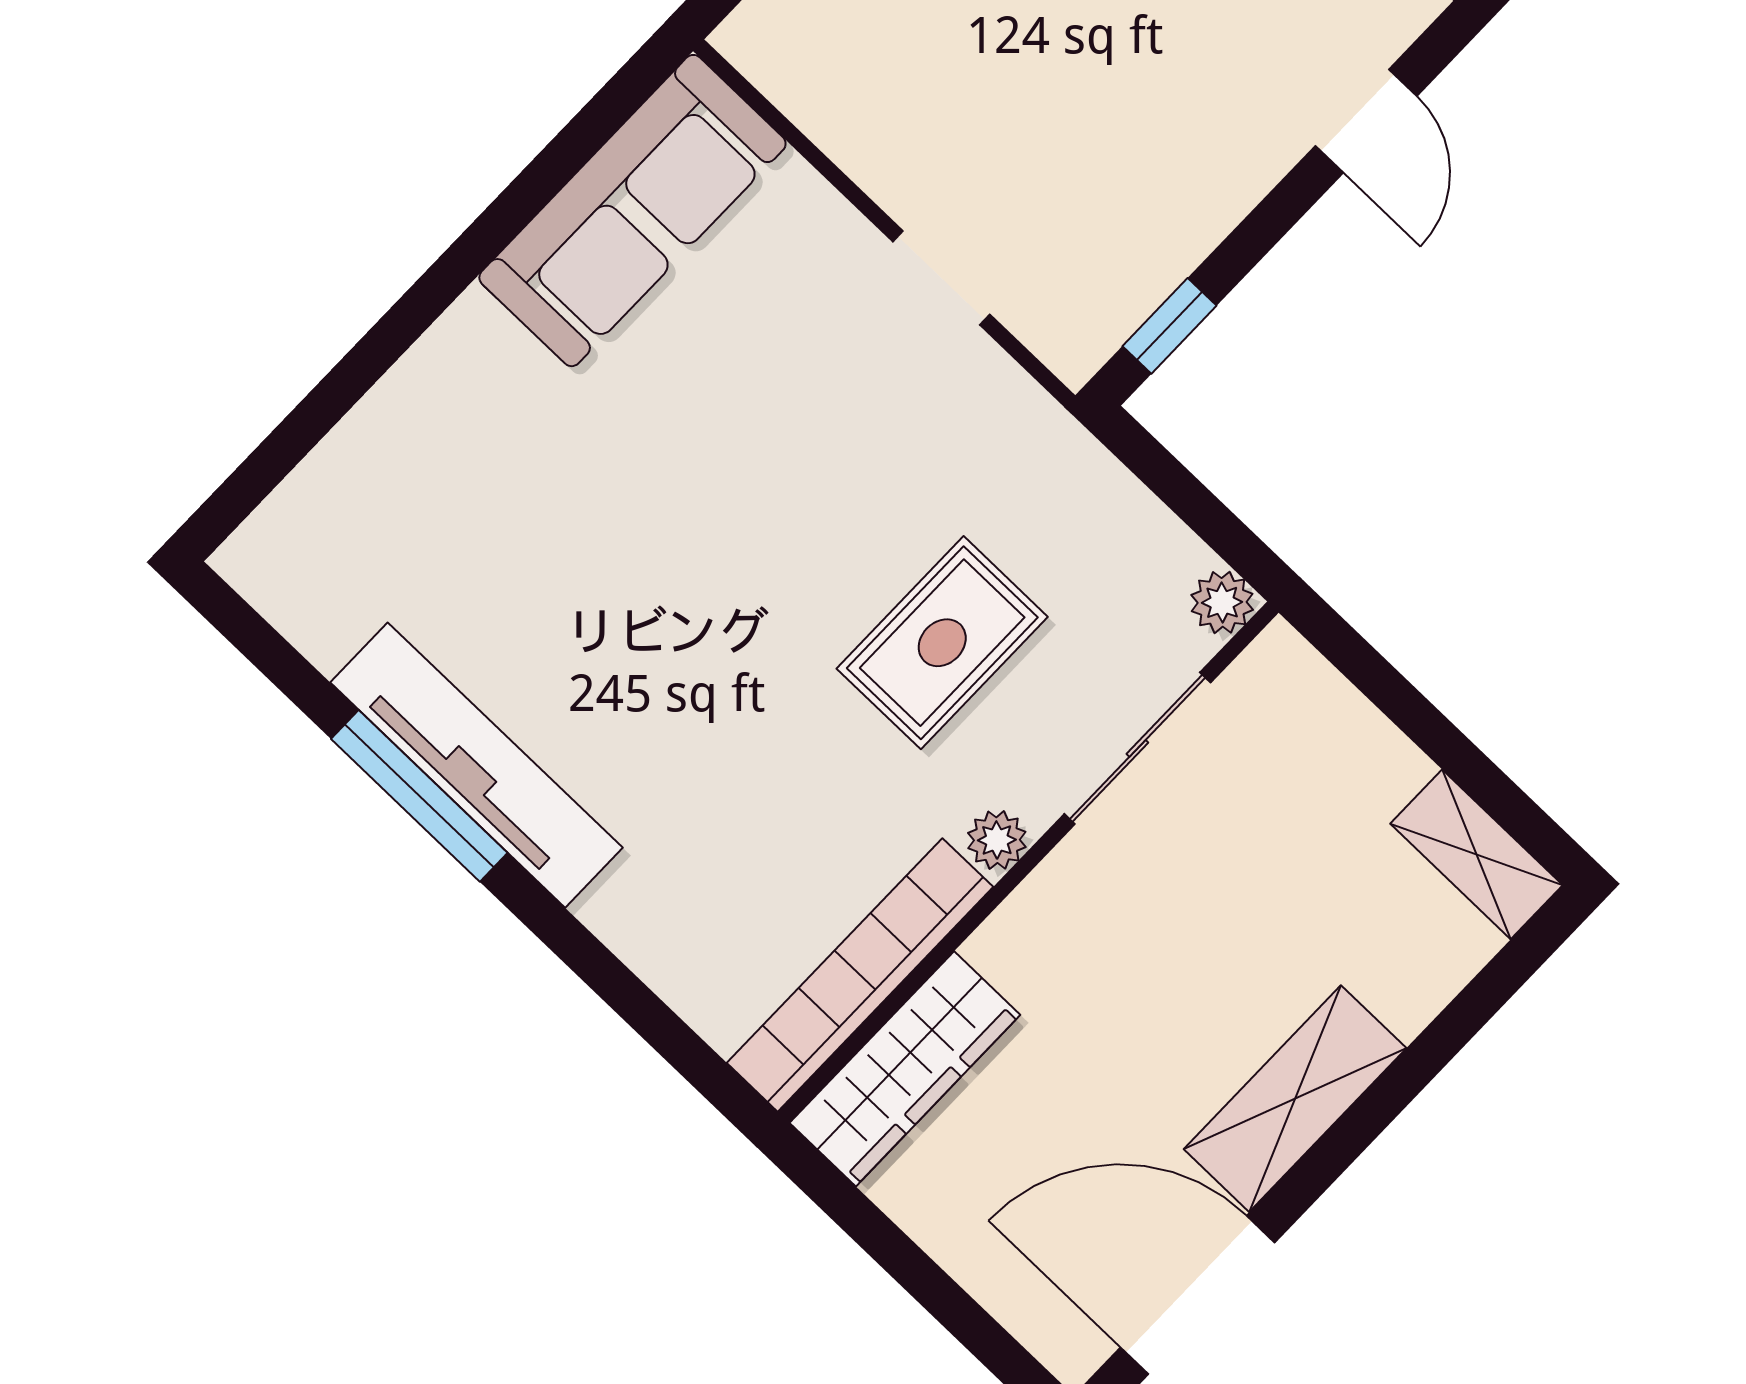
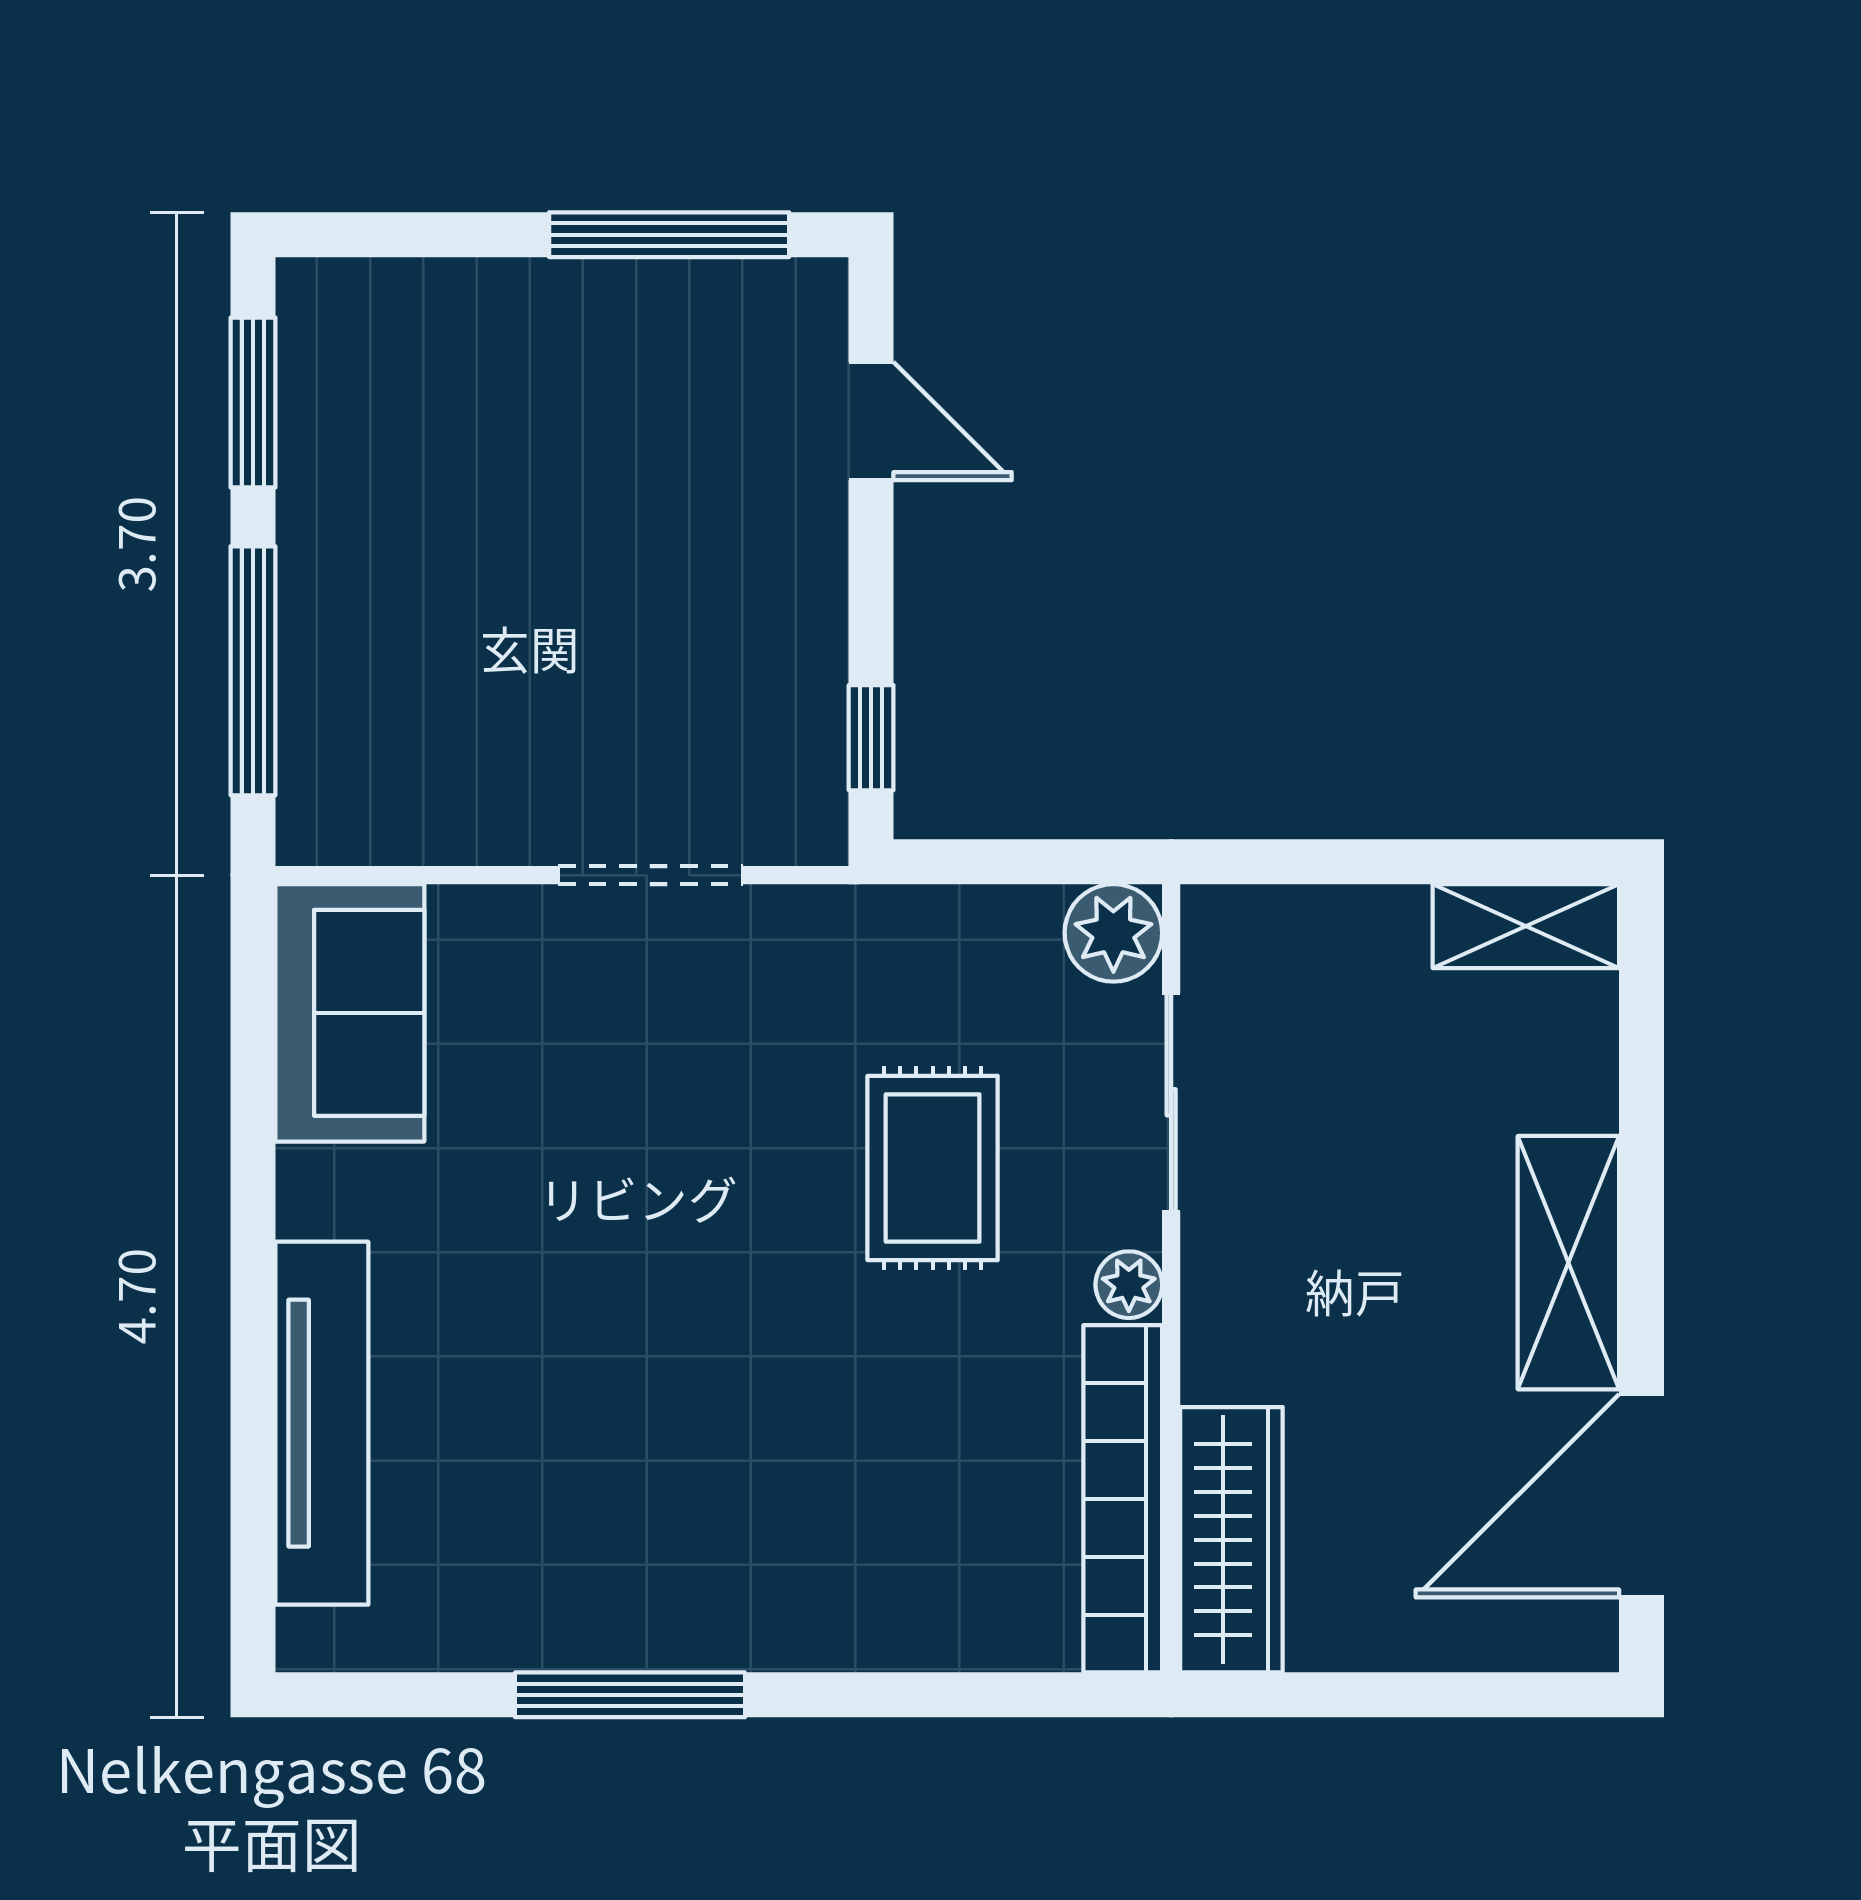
sofa: (632, 211) -> (350, 1013), width x0.73
doorway: (941, 278) -> (650, 875), width x1.38
plant: (1222, 602) -> (1113, 933), width x1.38, depth x1.38
tv unit: (476, 765) -> (322, 1423), moved, turned 90

